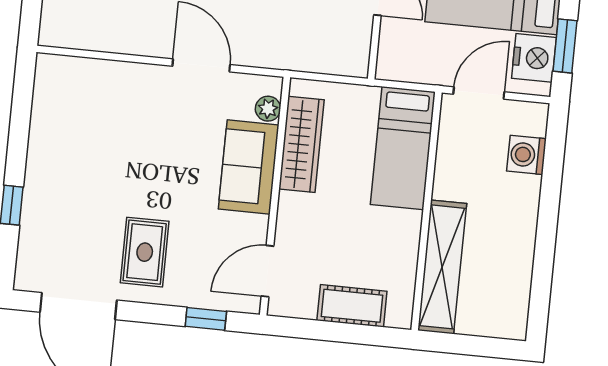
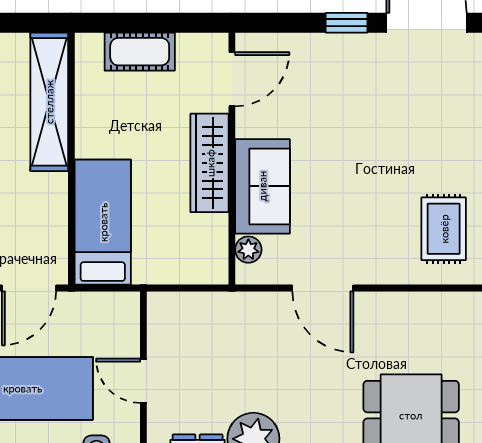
wardrobe: (301, 144) -> (210, 163), moved
rug: (145, 252) -> (444, 229), moved
window: (206, 319) -> (347, 23), moved

